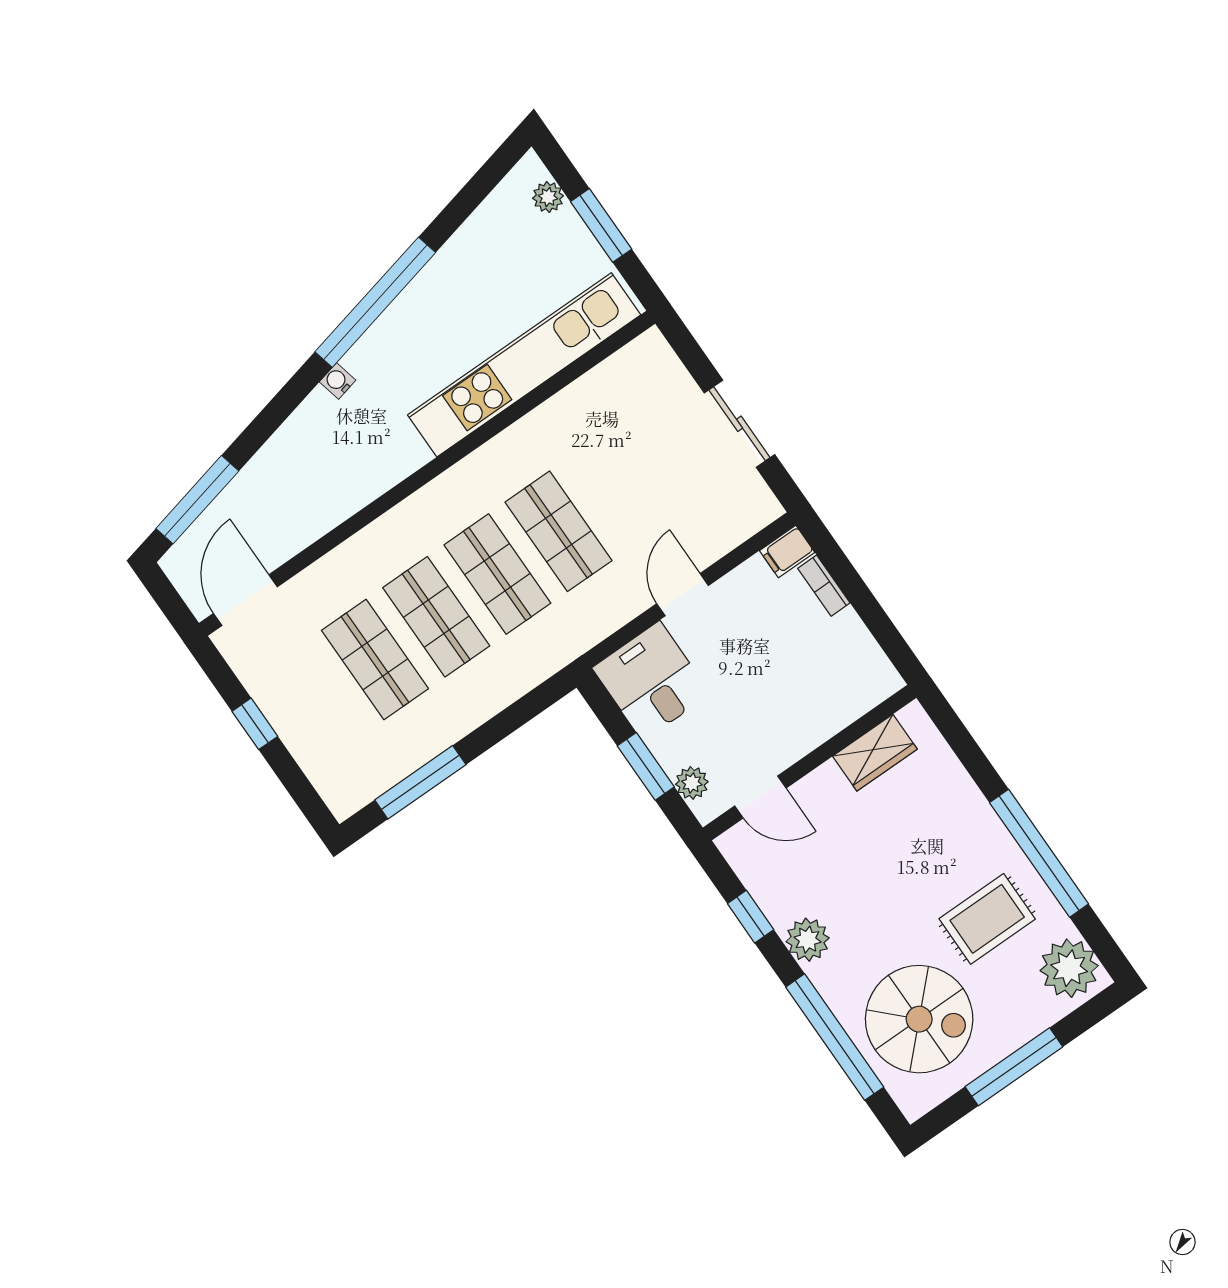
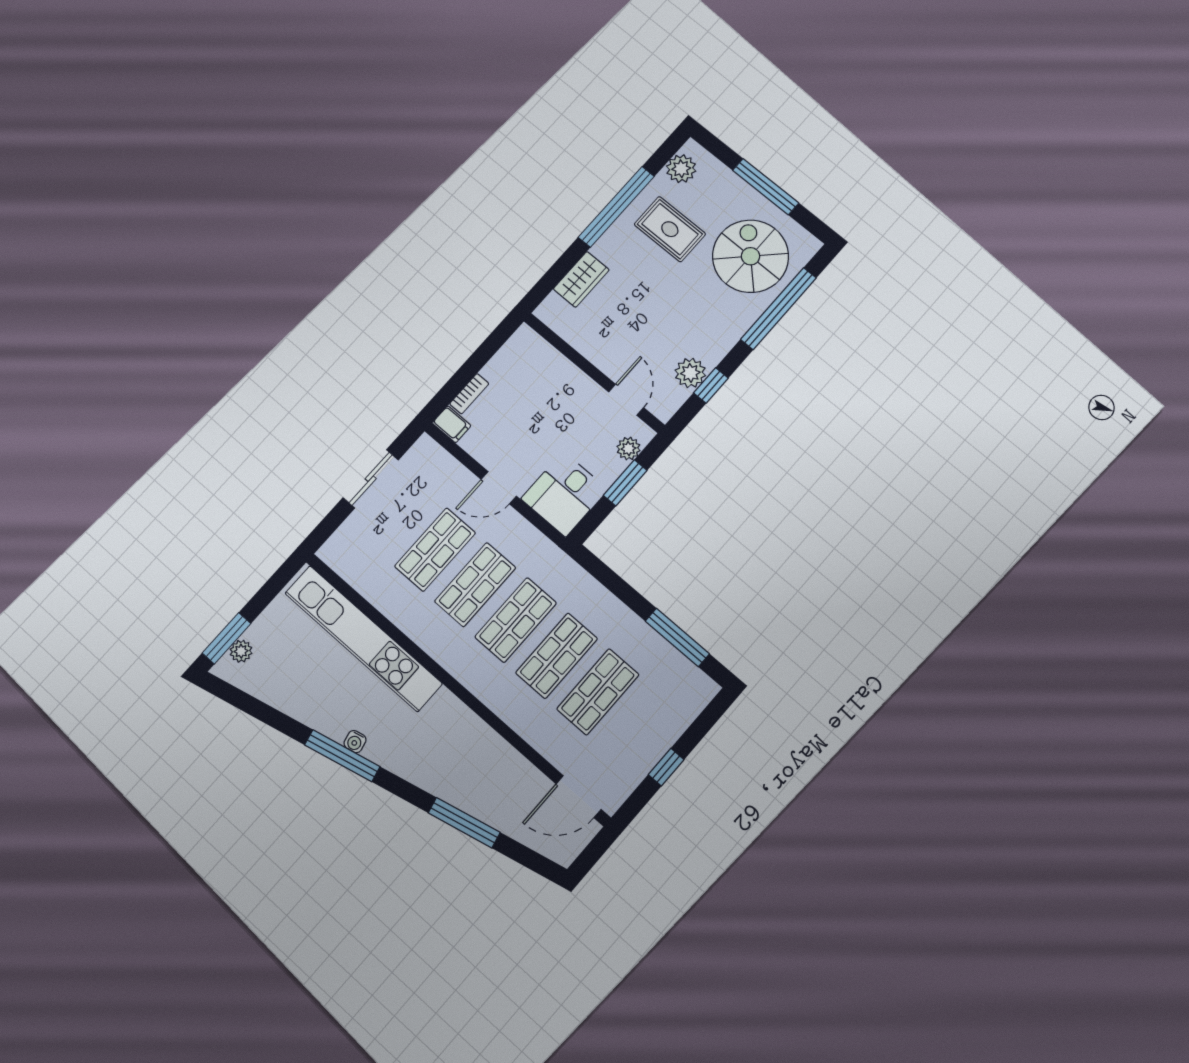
window: (601, 225) -> (227, 638), moved
window: (375, 302) -> (342, 756), width x0.68
water cooler: (338, 381) -> (355, 742), moved
shop shelf: (620, 489) -> (435, 550), added
window: (197, 500) -> (464, 823), moved
wardrobe: (875, 753) -> (581, 279), moved, turned 90
plant: (808, 940) -> (690, 373), moved
plant: (1069, 968) -> (681, 169), width x0.73, depth x0.73

